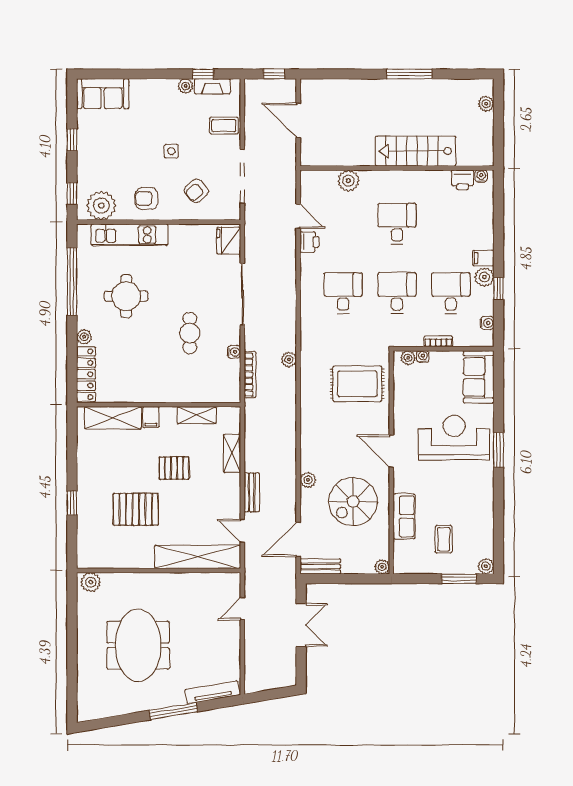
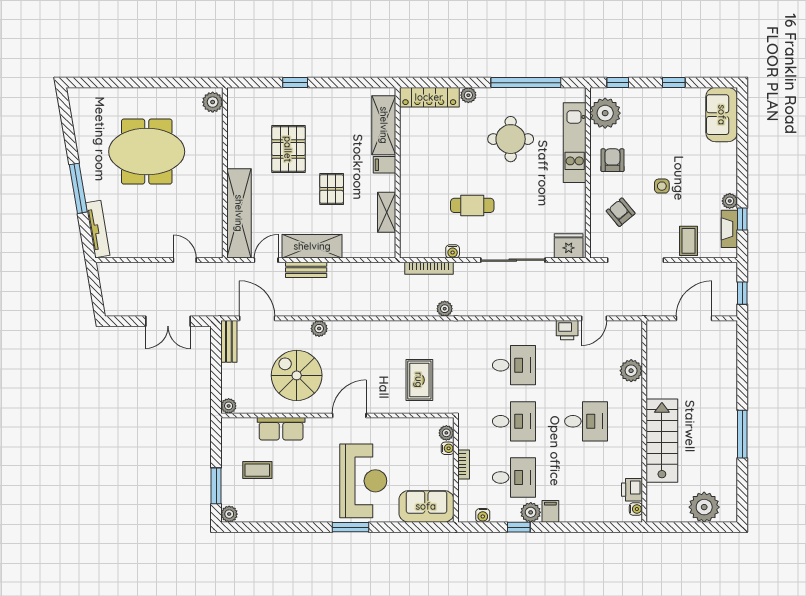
plant: (486, 104) -> (704, 507), width x1.87, depth x1.87
rug: (357, 384) -> (419, 380), width x0.73, depth x0.70
shelving: (232, 453) -> (312, 246), moved, width x1.50, depth x1.33

